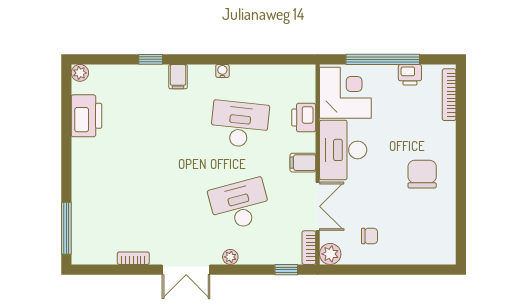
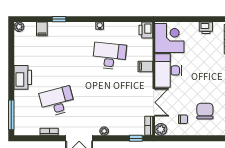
window: (383, 59) -> (191, 19), removed
filing cabinet: (178, 77) -> (42, 29), moved
printer: (86, 116) -> (23, 77), moved
printer: (304, 118) -> (146, 30), moved
filing cabinet: (303, 163) -> (145, 67), moved
chair: (422, 174) -> (205, 111), moved
desk: (240, 205) -> (57, 101), moved

